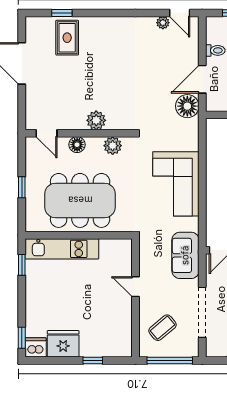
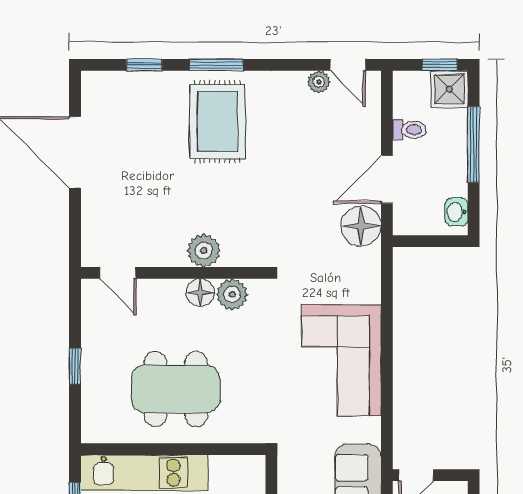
window: (104, 13) -> (216, 65), added
rug: (67, 38) -> (217, 122), moved, width x1.36, depth x1.43
floor lamp: (77, 145) -> (200, 293), moved
dining table: (80, 200) -> (176, 389), width x0.73, depth x0.80

